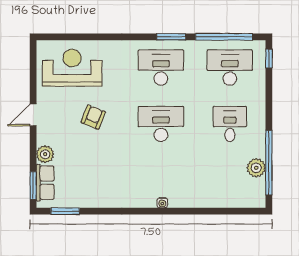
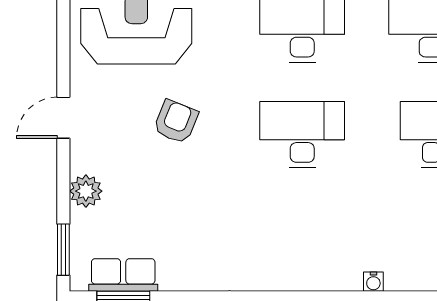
row of seats: (45, 183) -> (123, 275), moved, turned -90
water cooler: (162, 203) -> (373, 282), moved

